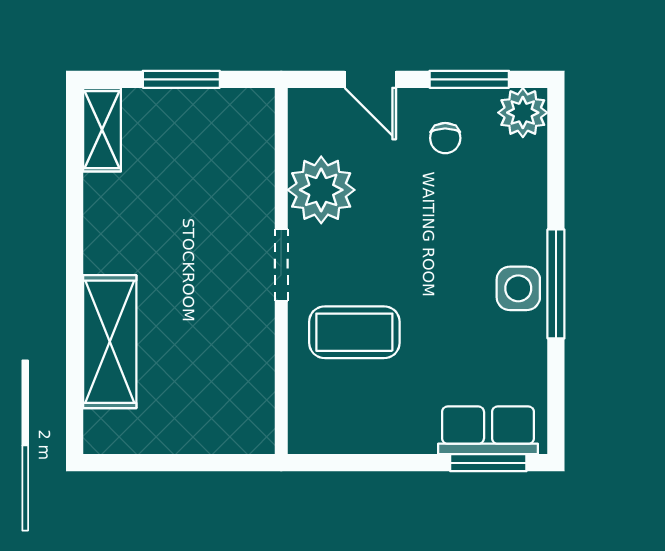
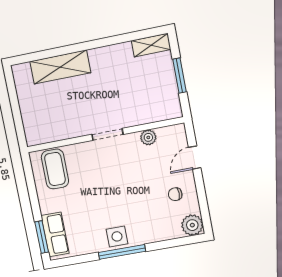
window: (469, 79) -> (202, 200), removed
plant: (321, 190) -> (148, 137), width x0.53, depth x0.53
coffee table: (354, 332) -> (55, 169), moved

